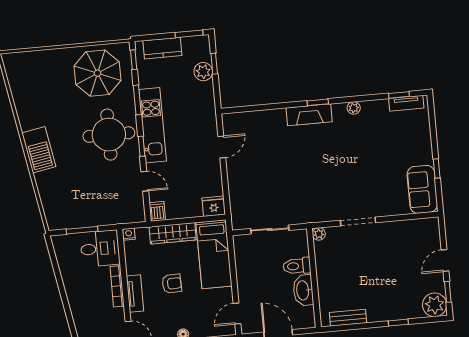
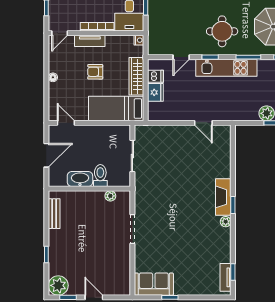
plant: (354, 108) -> (226, 222), moved
round table: (109, 135) -> (222, 31), width x0.73, depth x0.73
fridge: (214, 206) -> (155, 92), moved
dishwasher: (157, 211) -> (156, 76), moved
plant: (319, 234) -> (110, 196), moved
armchair: (172, 284) -> (95, 72), turned 92

